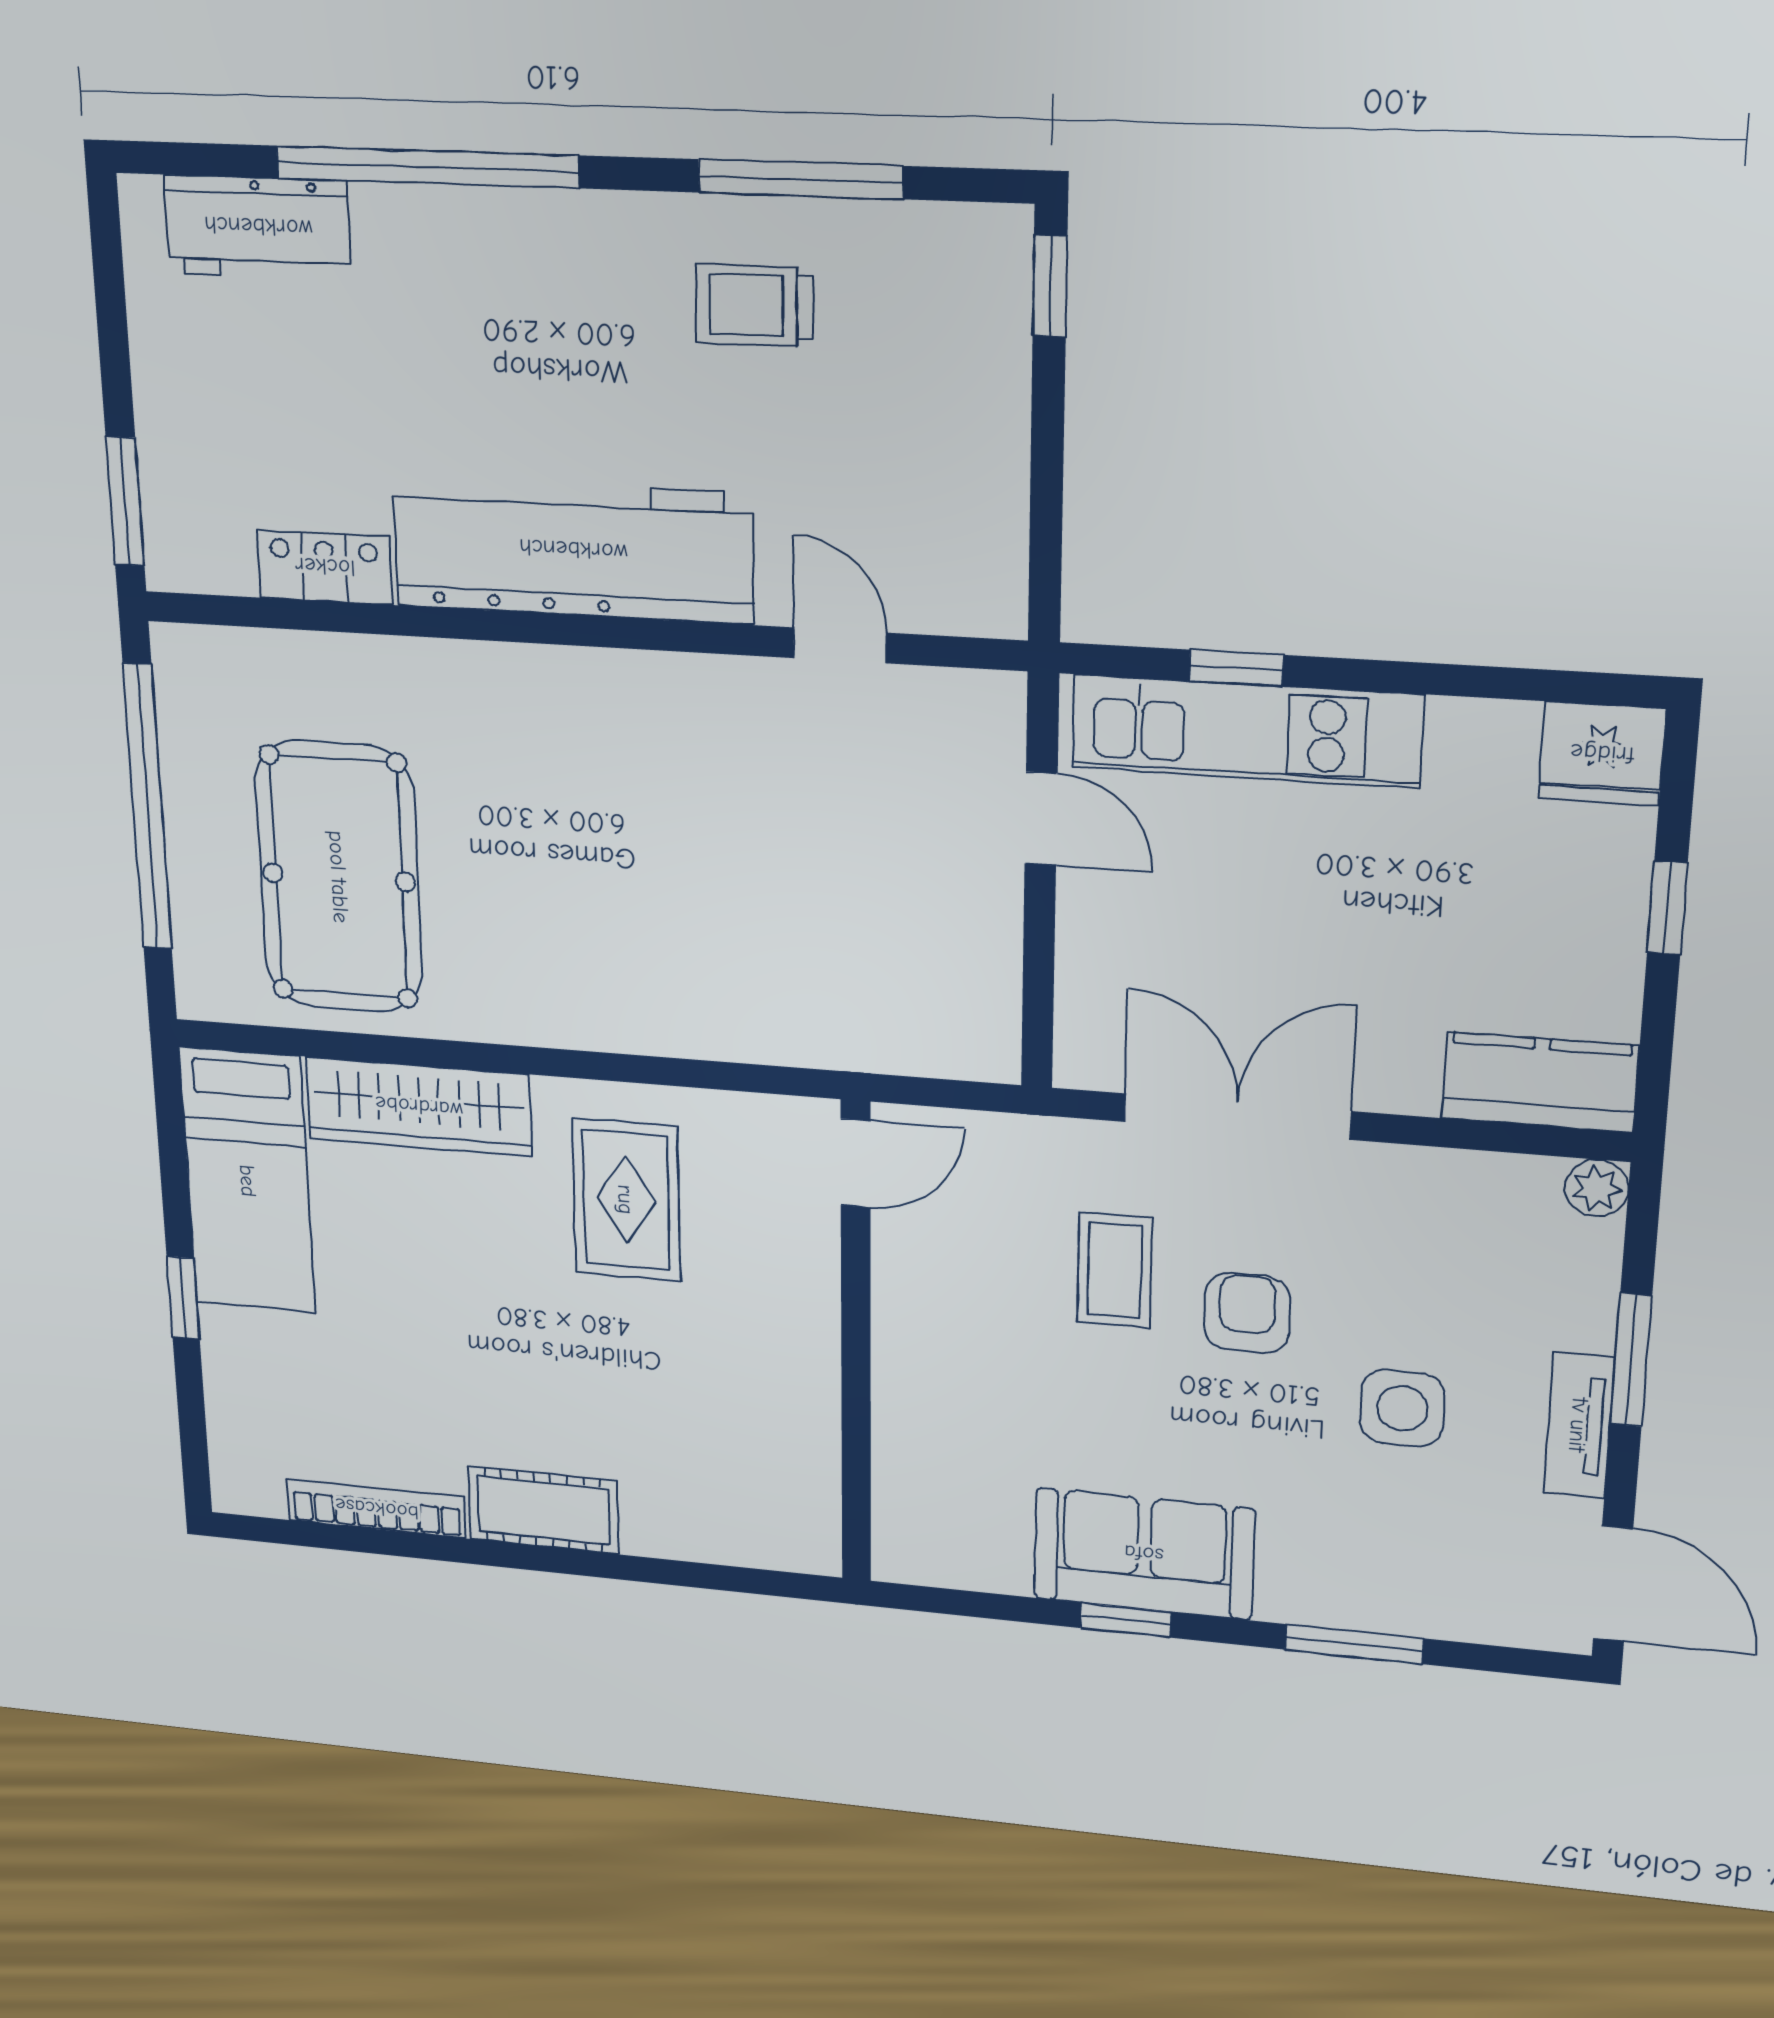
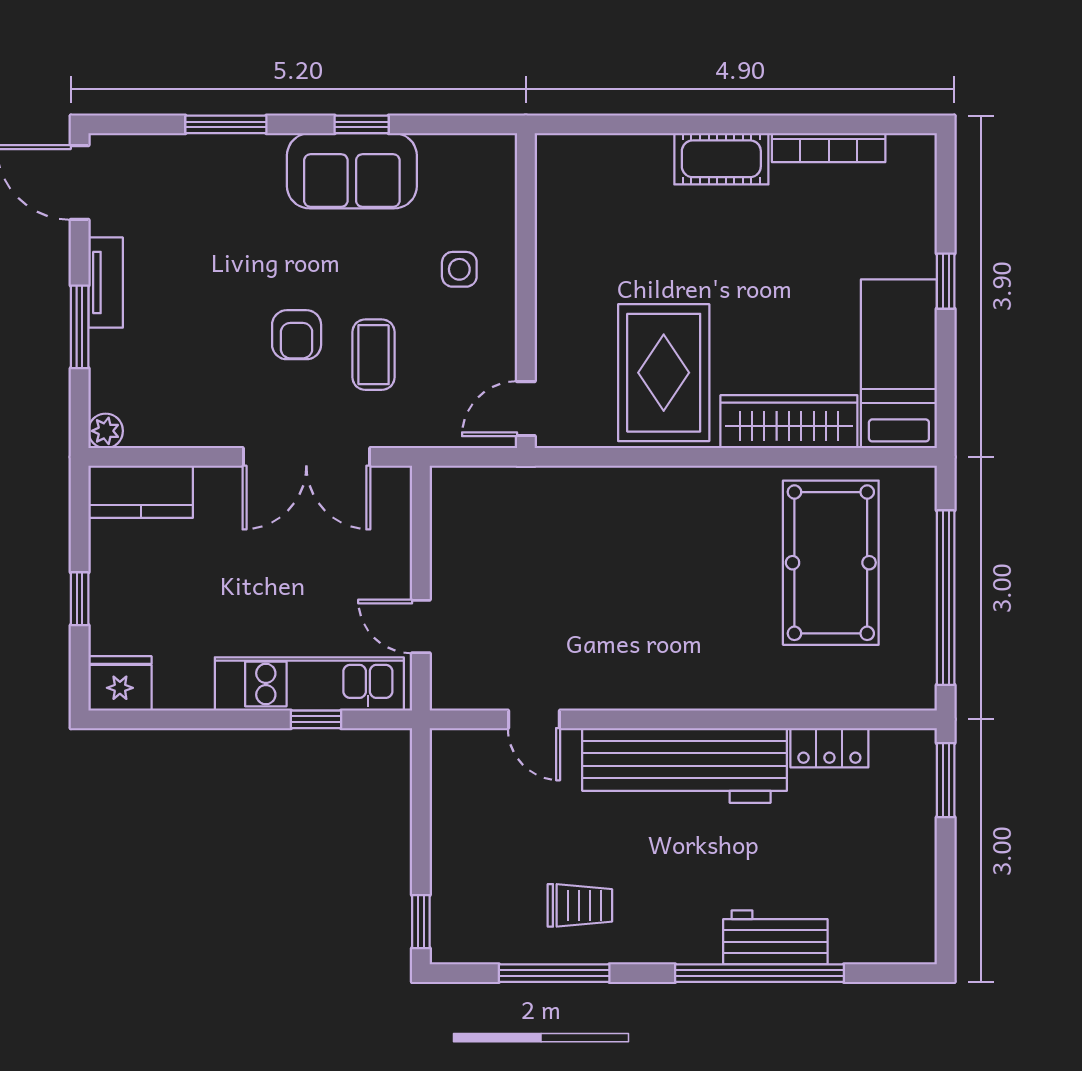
workbench: (258, 227) -> (775, 937), moved
rug: (626, 1200) -> (664, 373), width x1.36, depth x1.43
side table: (1402, 1408) -> (459, 269), moved, width x0.73, depth x0.73

